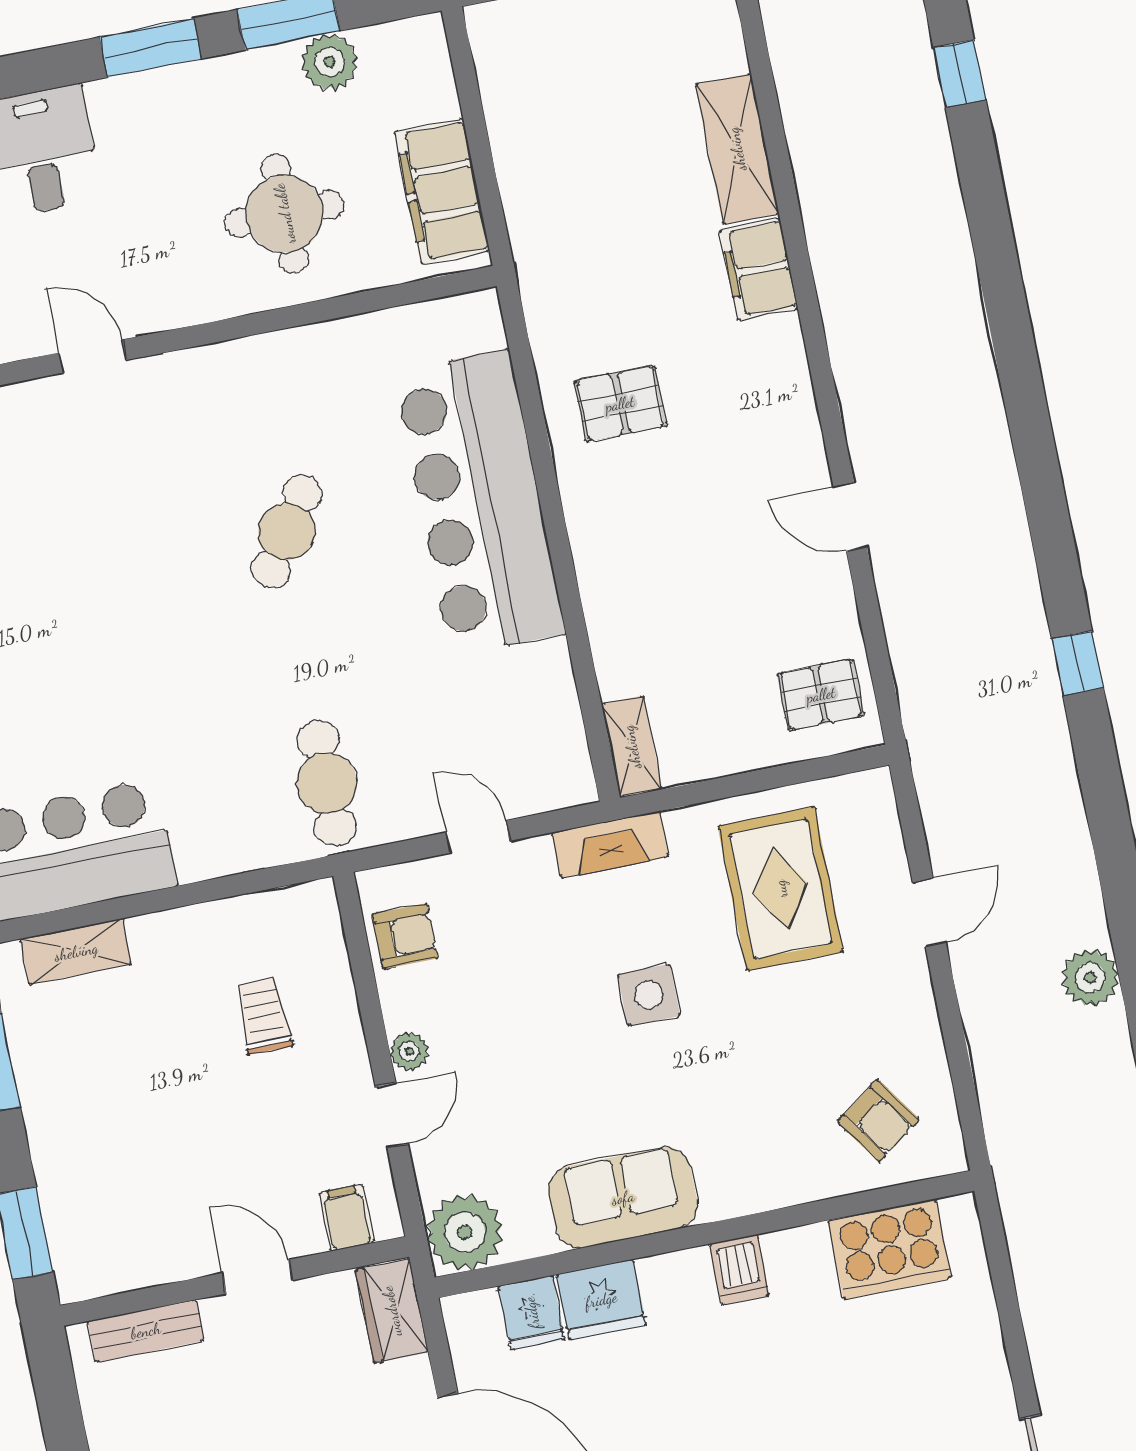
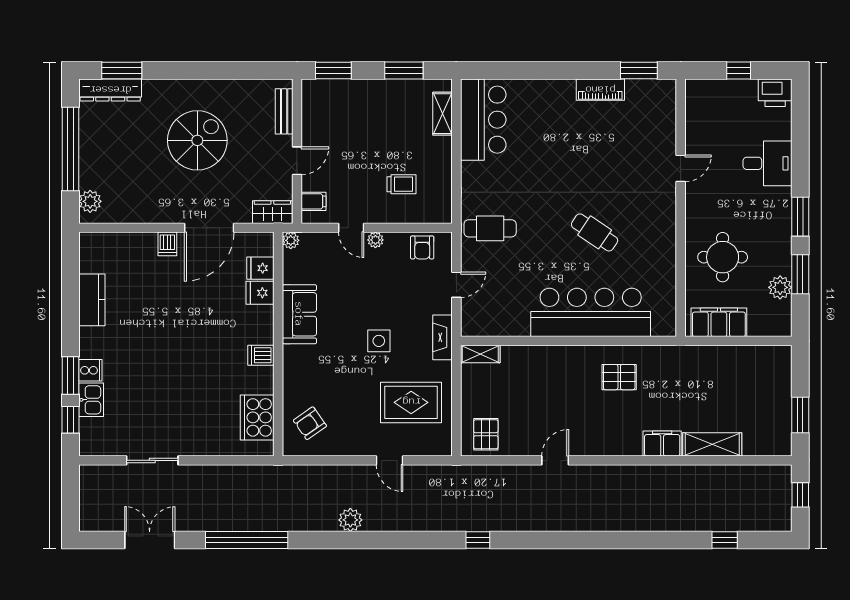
pallet: (620, 404) -> (619, 377), turned 90
plant: (465, 1232) -> (291, 240), width x0.53, depth x0.53
fridge: (601, 1300) -> (260, 293), width x0.72

